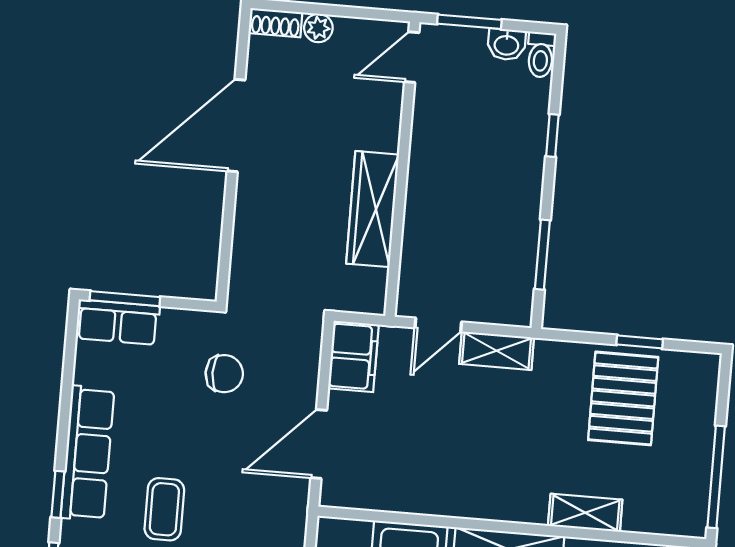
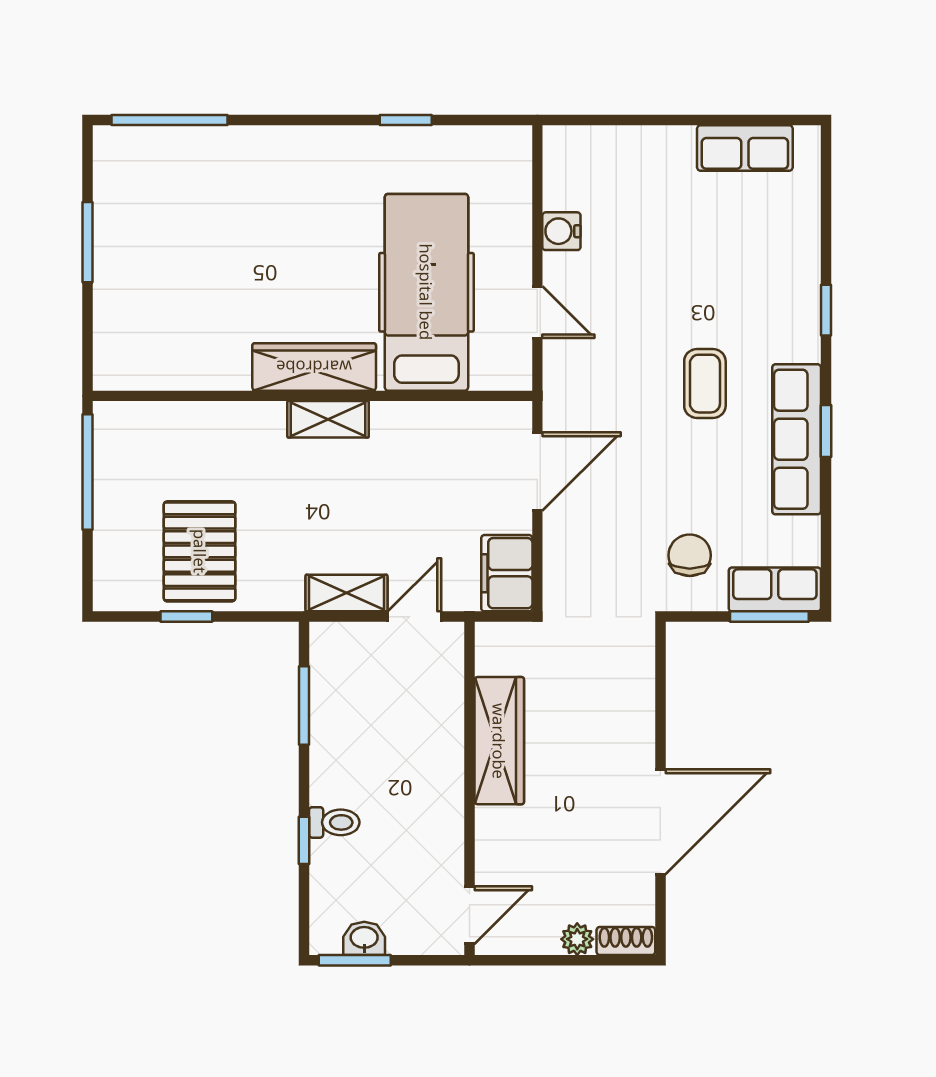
window: (469, 22) -> (355, 960), moved
toilet: (541, 55) -> (334, 822), moved, turned 90
chair: (224, 374) -> (690, 555), moved, turned 90
window: (58, 494) -> (826, 431), moved
shelving: (585, 513) -> (328, 419), moved

